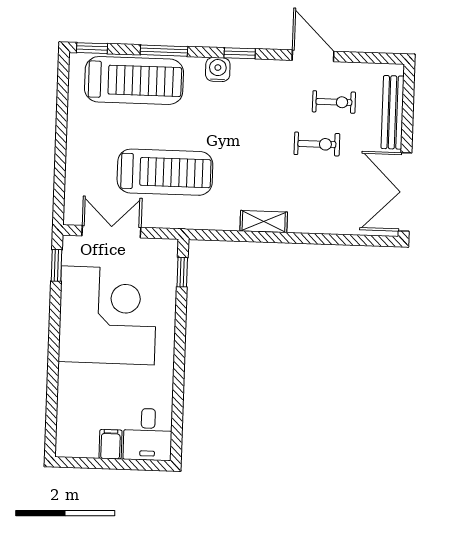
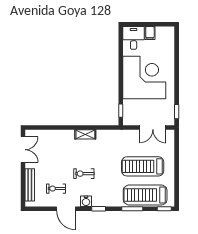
water cooler: (218, 69) -> (86, 201), moved
exercise bike: (317, 144) -> (84, 174), moved
treadmill: (165, 172) -> (143, 166), moved
double door: (405, 192) -> (23, 150), width x0.73
corner desk: (108, 315) -> (144, 78), moved, turned 180

